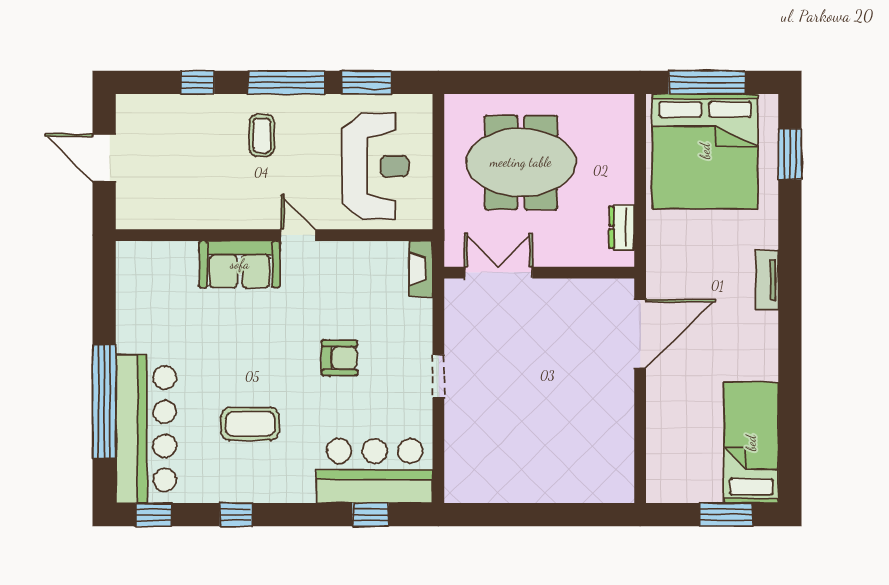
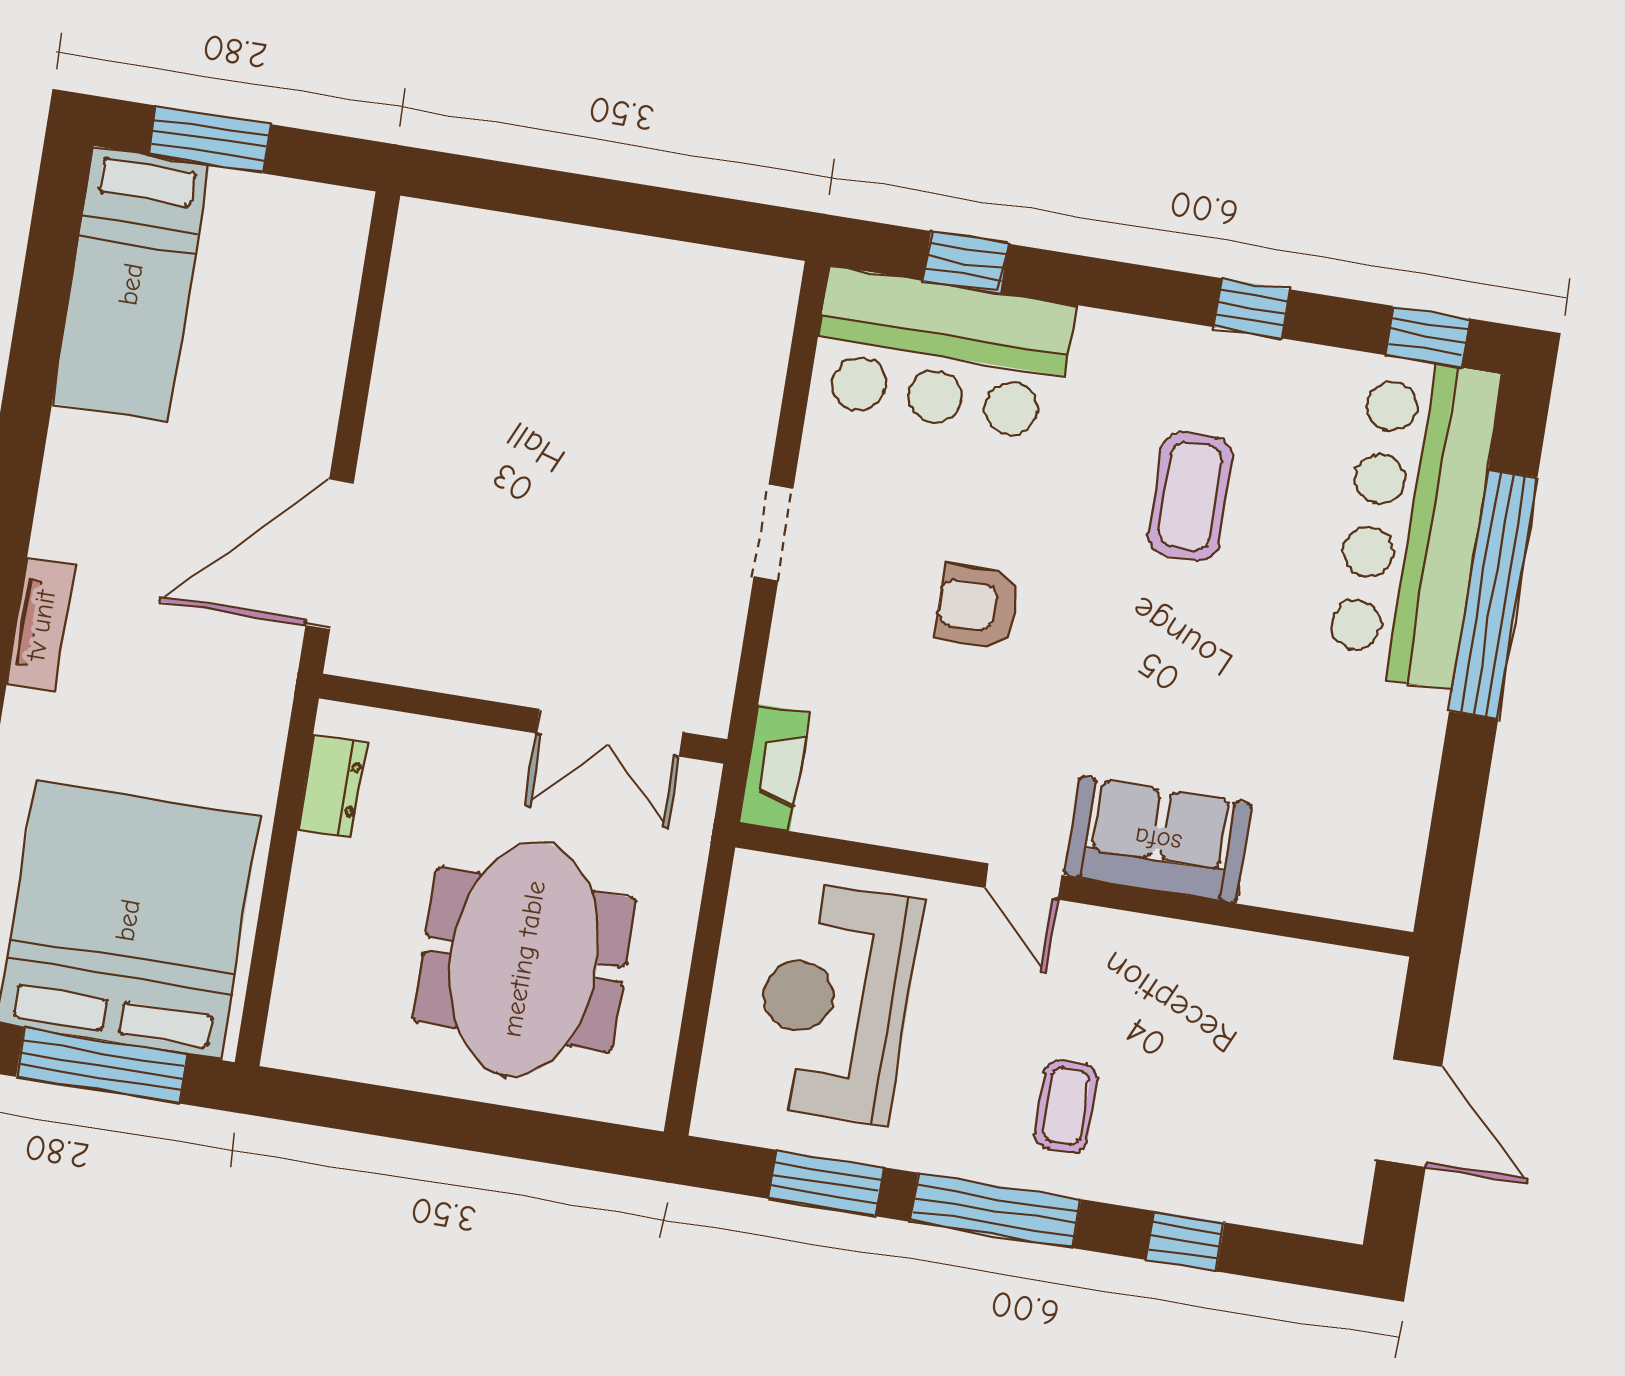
meeting table: (521, 162) -> (524, 959), turned 90
coffee table: (250, 424) -> (1190, 496), turned 90

